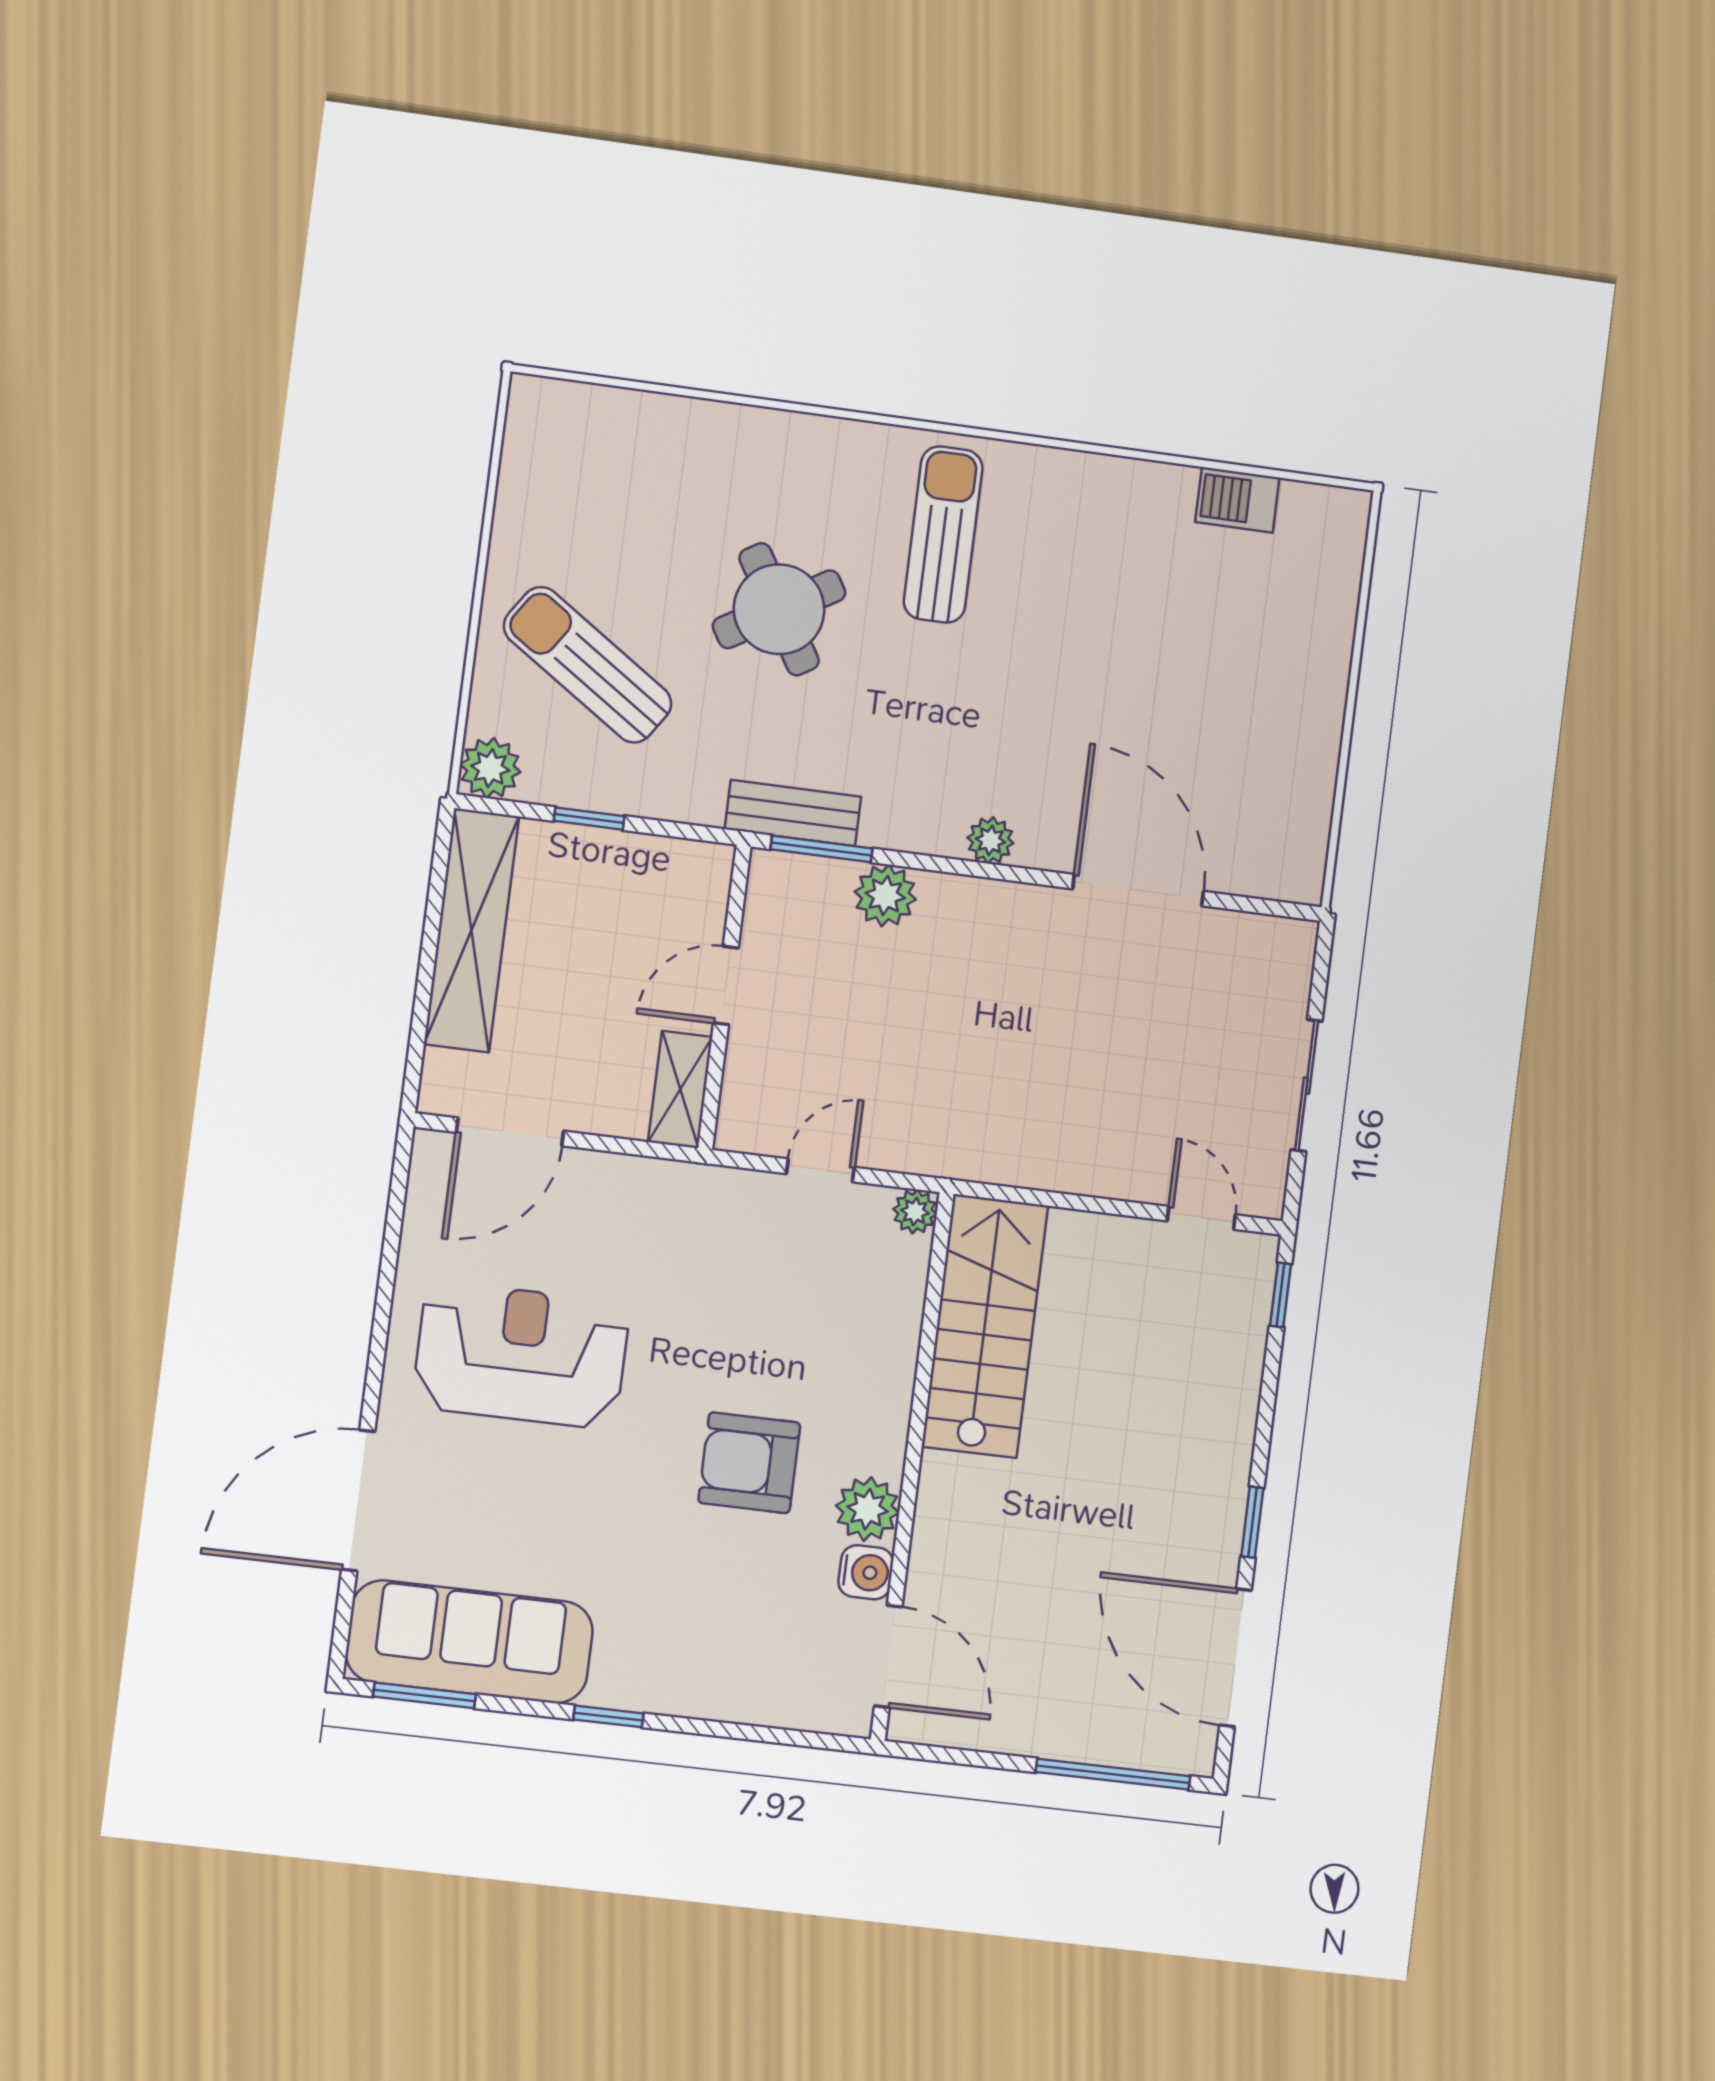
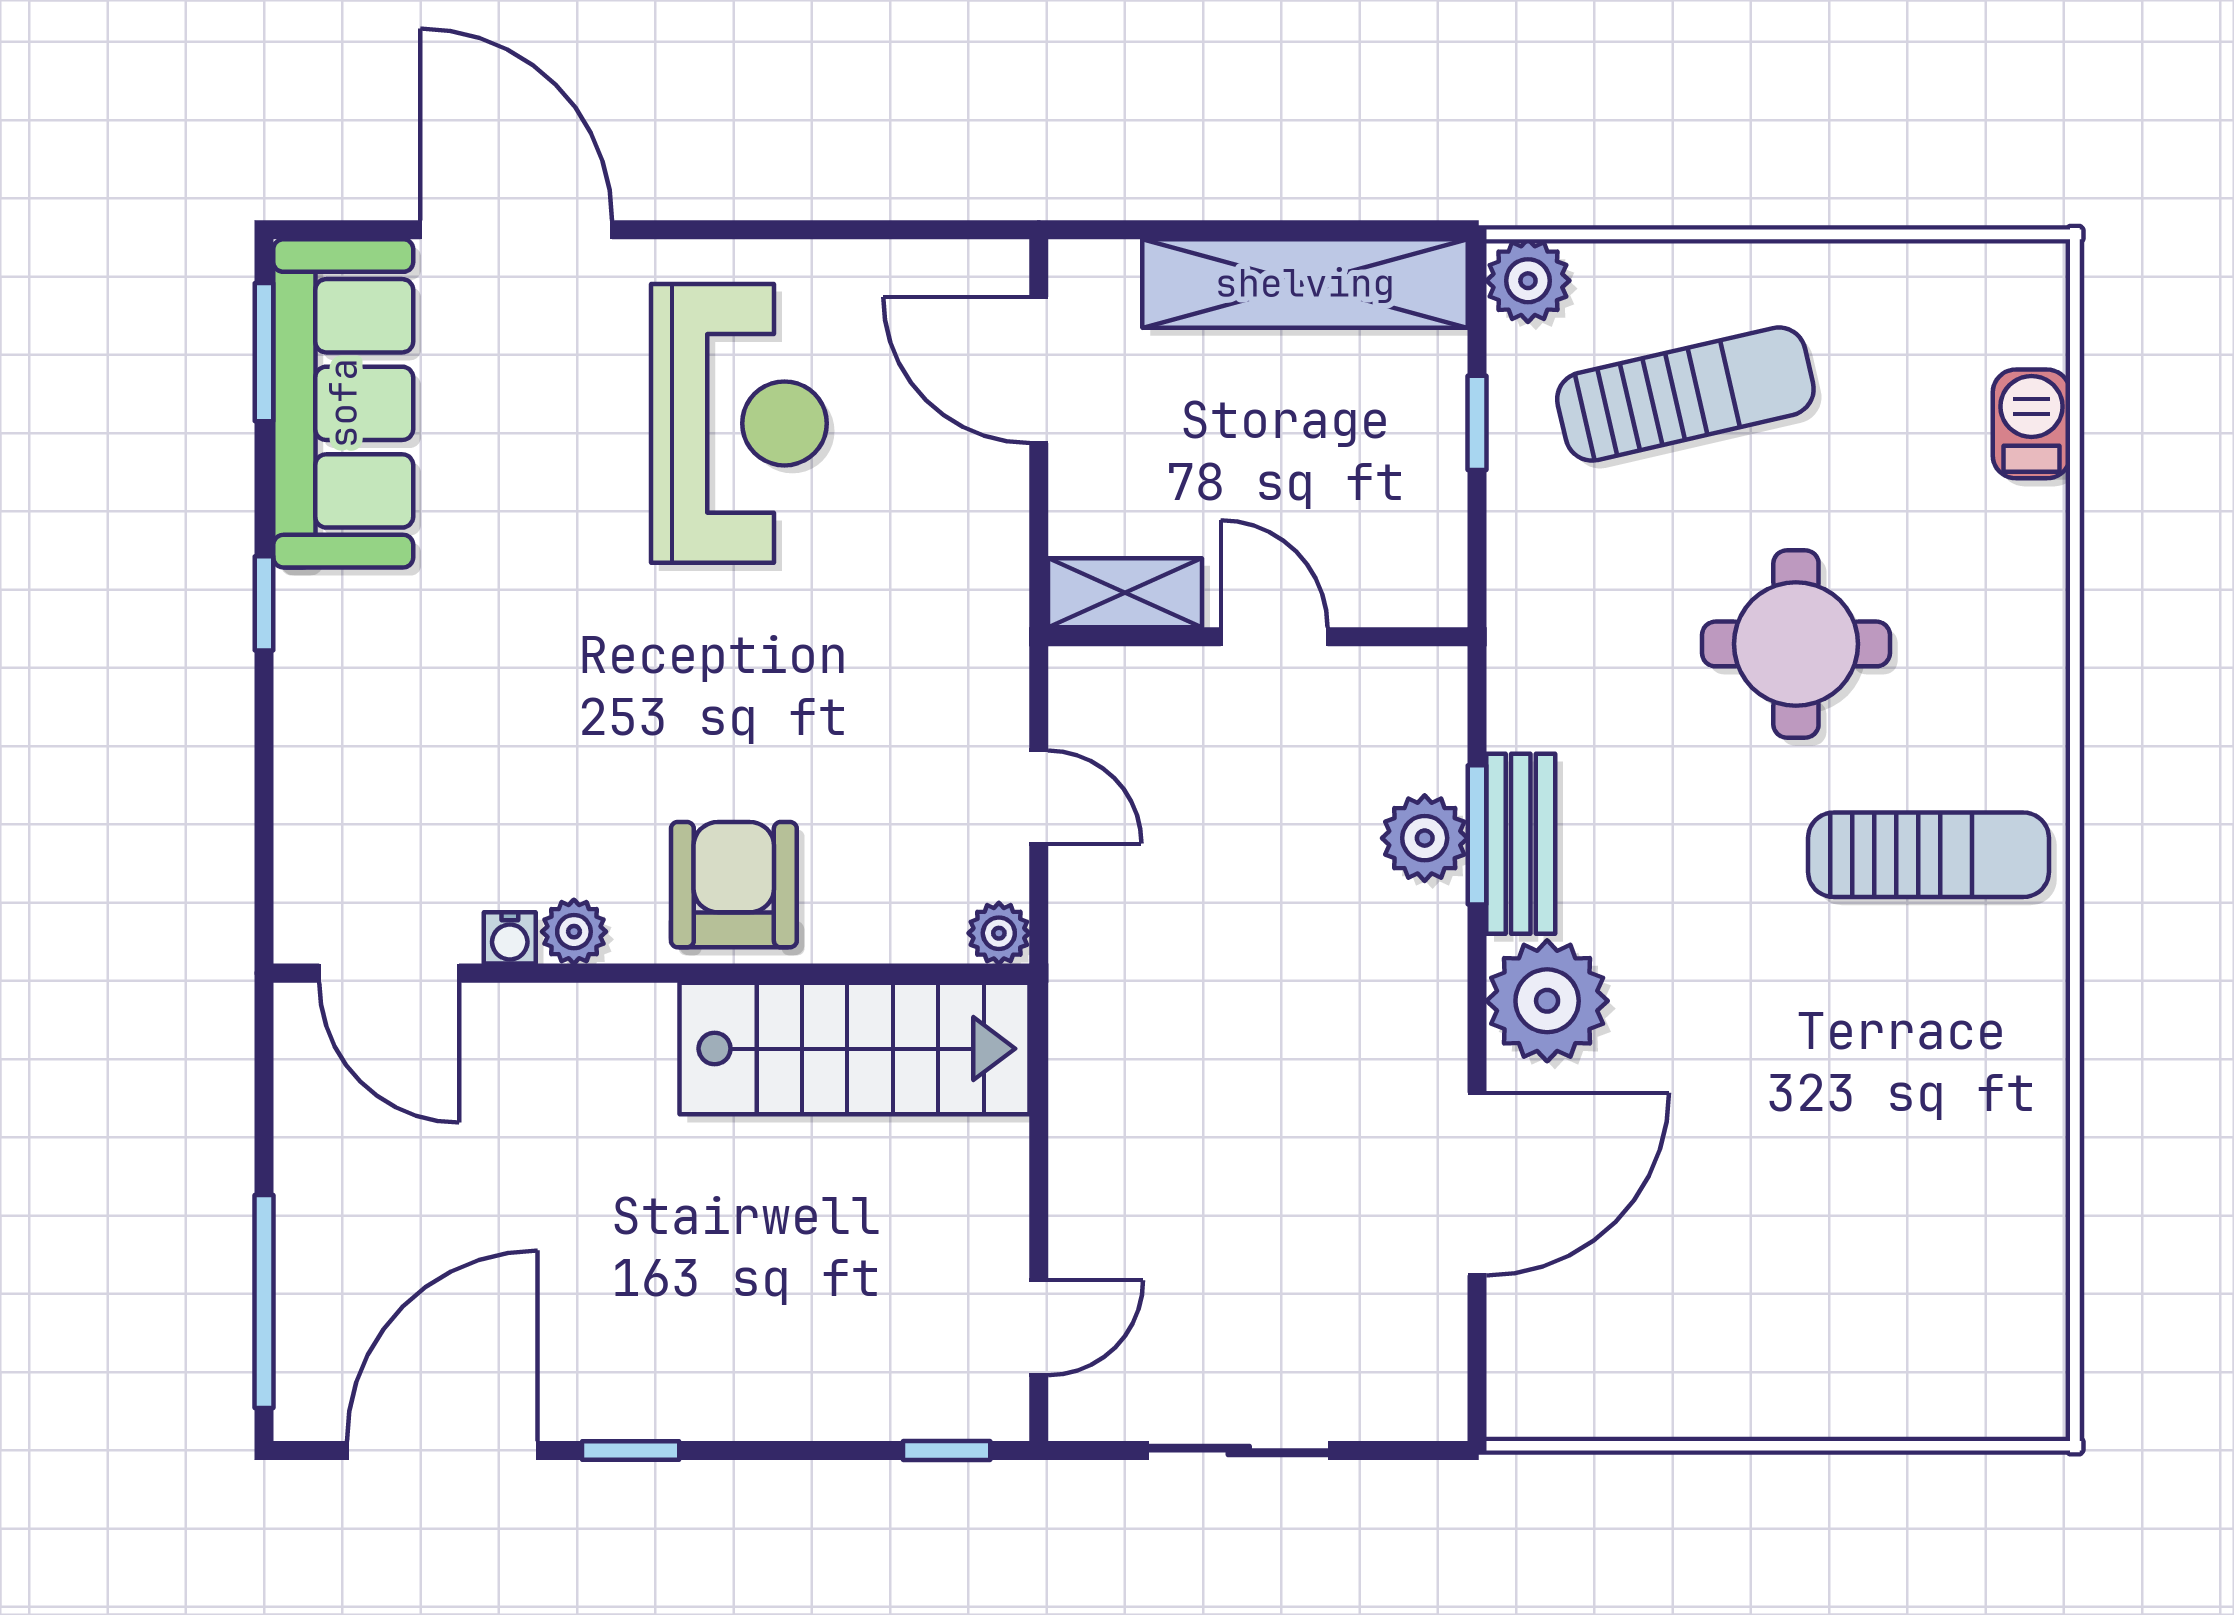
barbecue: (1237, 500) -> (2031, 424), moved
round table: (779, 609) -> (1796, 644), turned 31
sun lounger: (588, 665) -> (1685, 394), turned 43
bench: (793, 813) -> (1521, 844), moved
plant: (990, 840) -> (1547, 1001), width x1.88, depth x1.88
window: (822, 849) -> (1477, 835), moved
armchair: (749, 1463) -> (734, 885), moved
plant: (868, 1509) -> (574, 932), width x0.73, depth x0.73
water cooler: (866, 1572) -> (510, 938), width x0.72, depth x0.72
door: (888, 1656) -> (389, 973), hinge flipped

